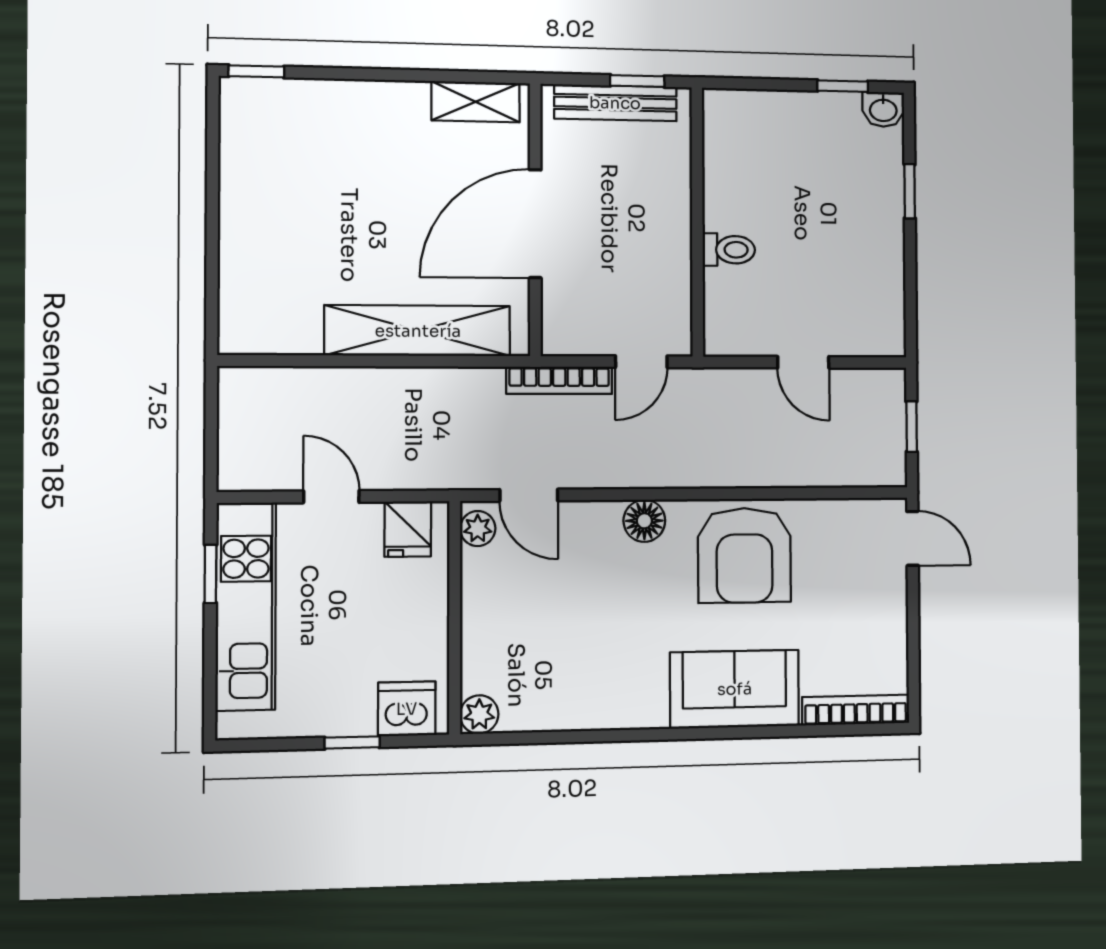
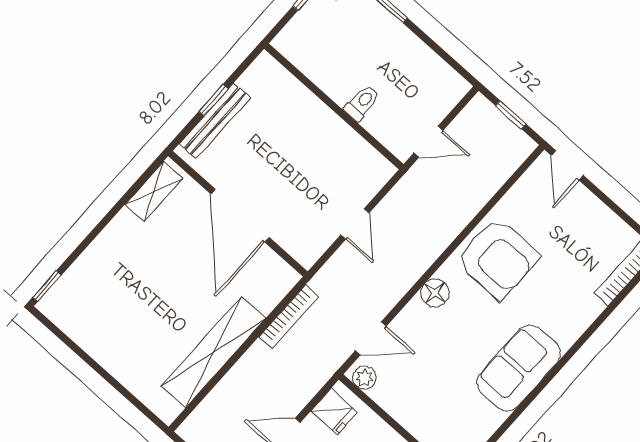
wall: (697, 222) -> (334, 106), moved
toilet: (729, 250) -> (362, 103), moved
shelving: (418, 331) -> (214, 352), moved
bookcase: (559, 380) -> (289, 317), moved
door: (913, 538) -> (567, 165), swing flipped
sofa: (735, 689) -> (519, 368), moved

